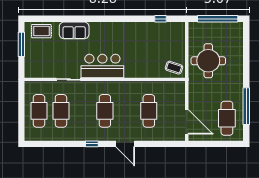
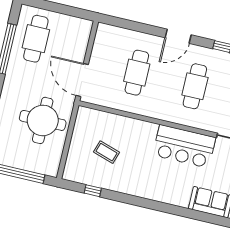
coffee table: (174, 68) -> (106, 152), moved
door: (187, 122) -> (82, 80), moved
door: (125, 144) -> (178, 36), swing flipped

